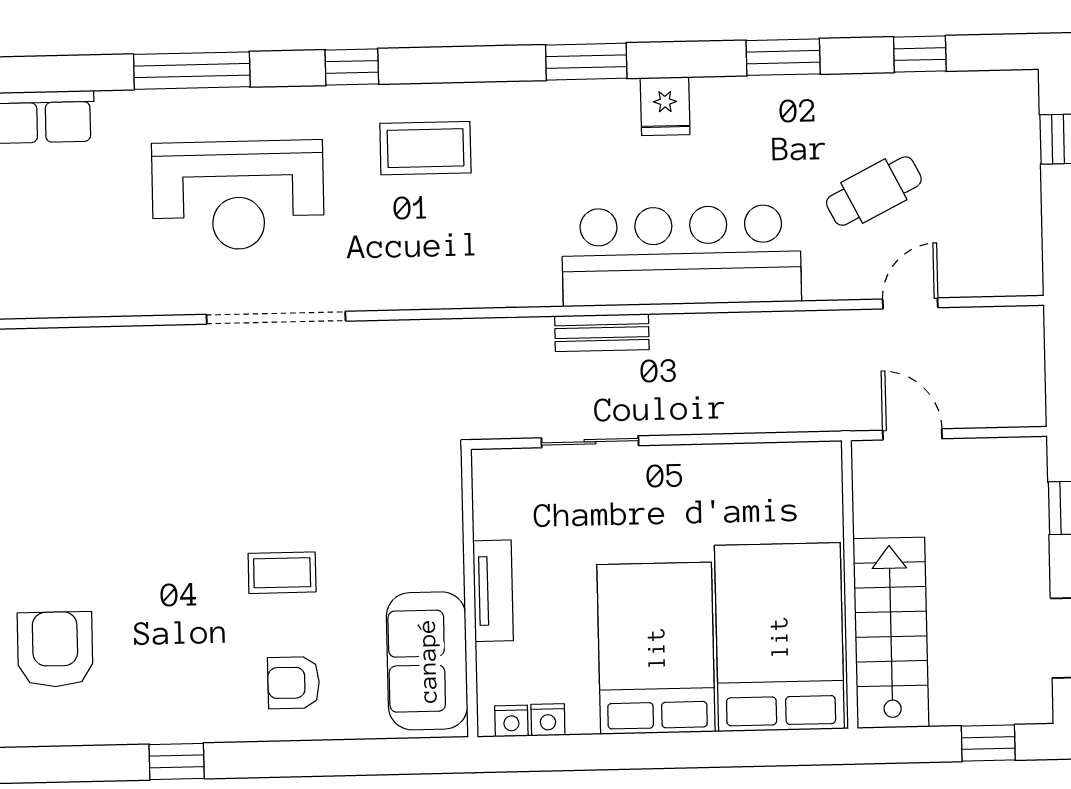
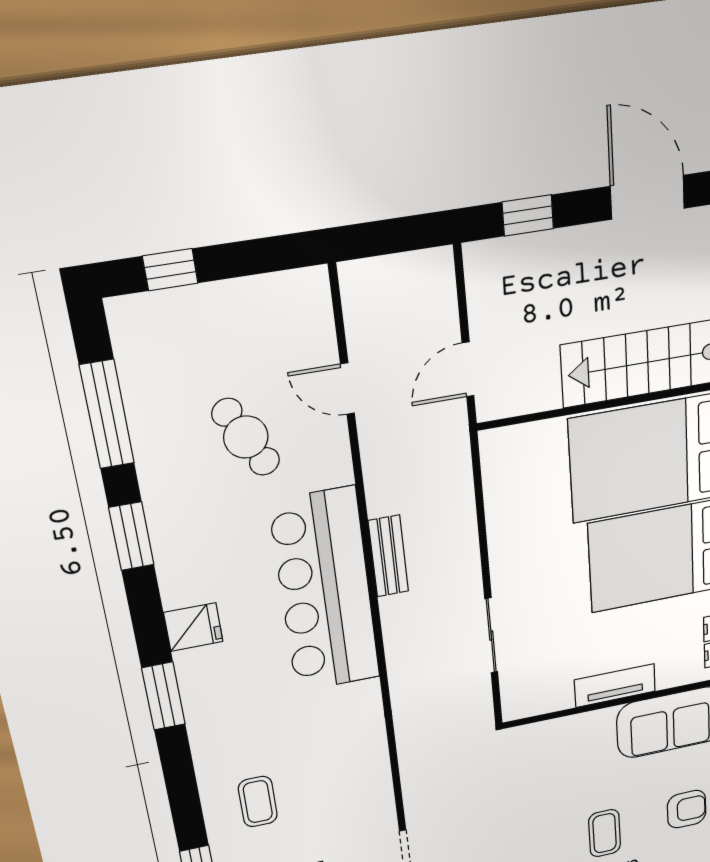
window: (920, 54) -> (107, 414), width x2.17
coffee table: (425, 148) -> (258, 802), width x0.73, depth x0.77
bench: (602, 333) -> (388, 556), moved
armchair: (294, 683) -> (687, 809), turned -90

